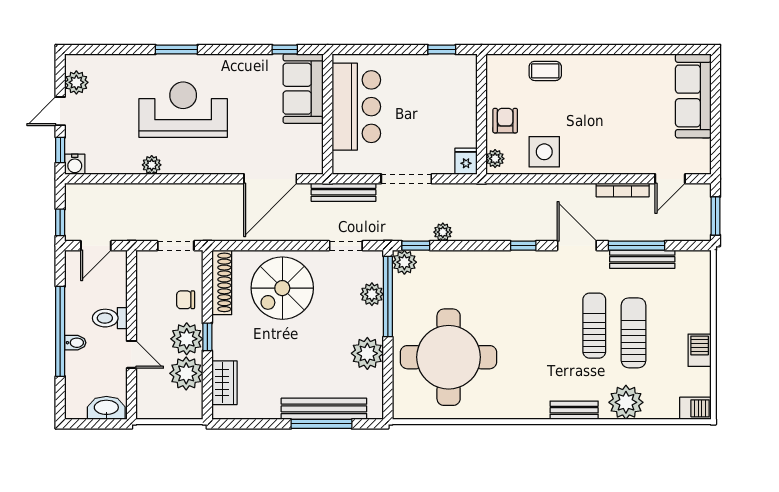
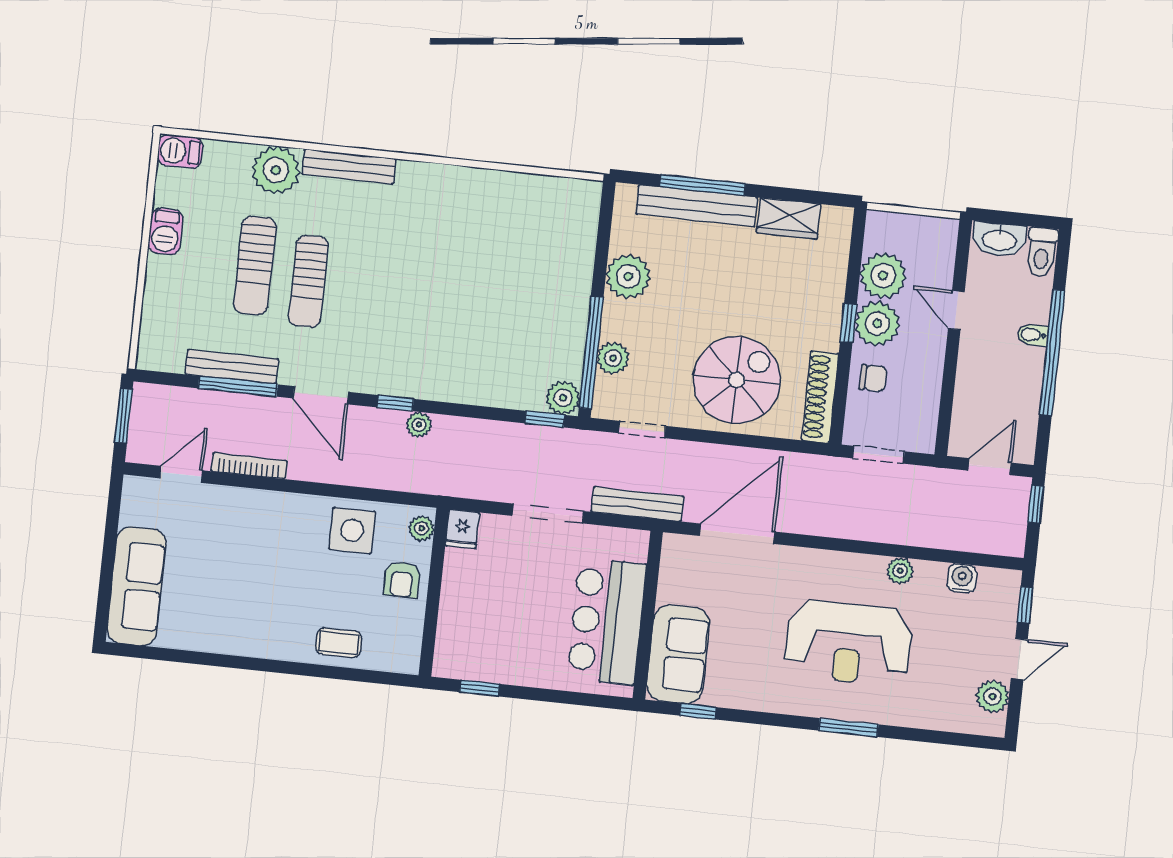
water cooler: (75, 164) -> (962, 578), moved
plant: (443, 232) -> (419, 425), moved
toilet: (110, 318) -> (1042, 252), moved, turned 90
round table: (449, 357) -> (516, 259), removed
wardrobe: (224, 383) -> (789, 218), moved, turned -90
bench: (574, 410) -> (349, 167), width x1.36

